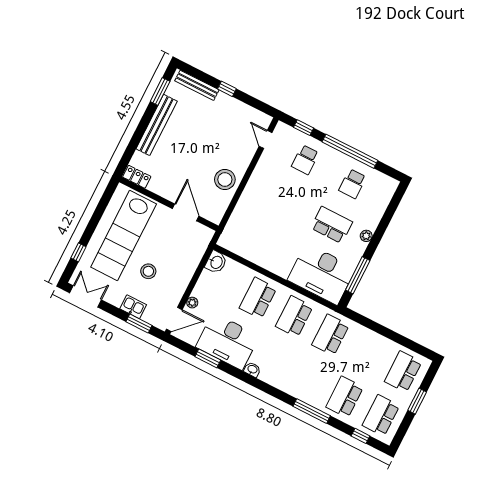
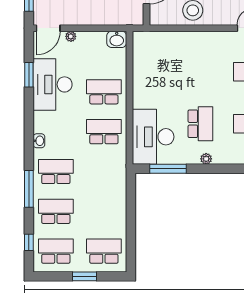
door: (174, 319) -> (48, 28), hinge flipped
school desk: (331, 335) -> (56, 172), moved
washbasin: (252, 370) -> (39, 141), moved

